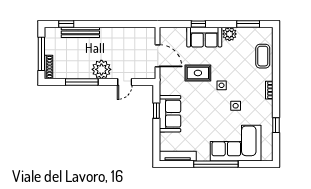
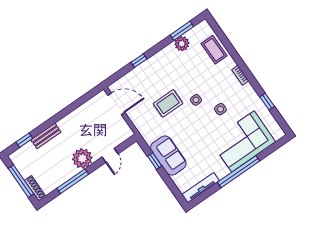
bench: (80, 32) -> (46, 136), width x0.73
plant: (229, 34) -> (182, 44), moved
sofa: (204, 37) -> (152, 68), removed
door: (158, 56) -> (116, 104), moved

